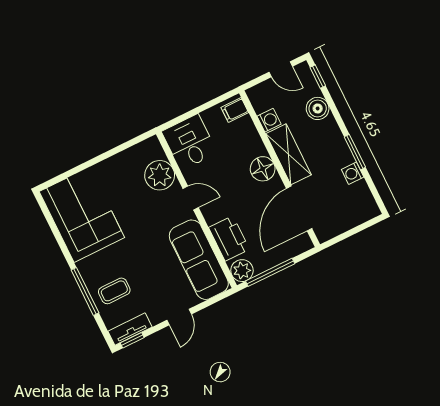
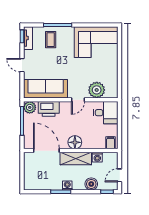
washing machine: (353, 173) -> (67, 185), moved

